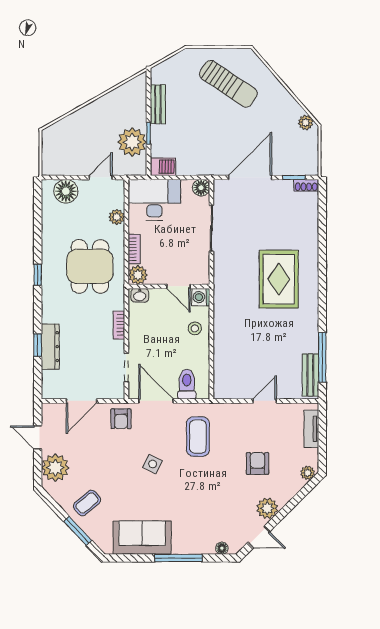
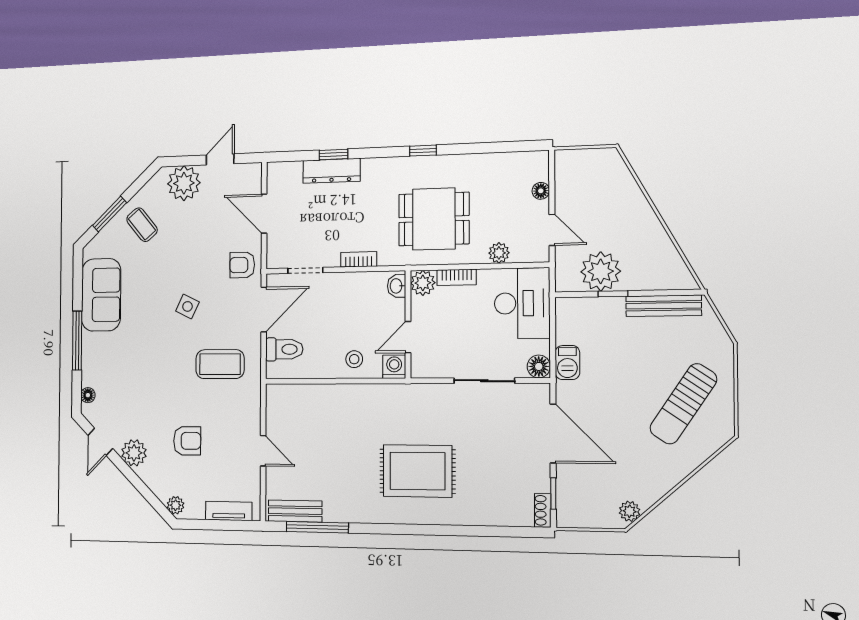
bench: (158, 104) -> (664, 306), width x1.36
barbecue: (163, 167) -> (567, 363), moved
floor lamp: (66, 191) -> (541, 191), width x0.53, depth x0.53

